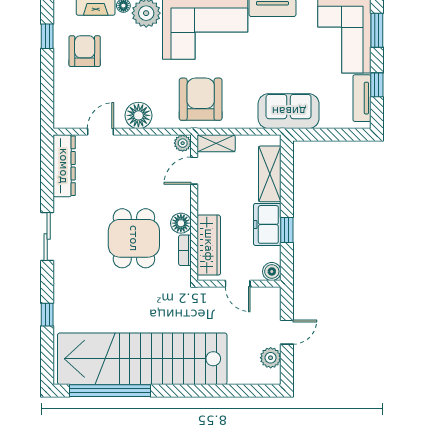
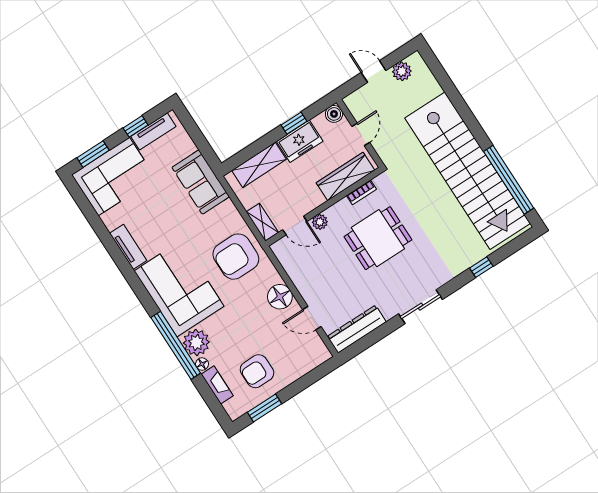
window: (47, 36) -> (264, 408), width x1.50
plant: (183, 143) -> (320, 222), moved
floor lamp: (181, 223) -> (342, 209), removed

